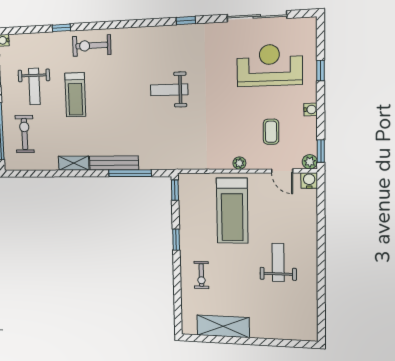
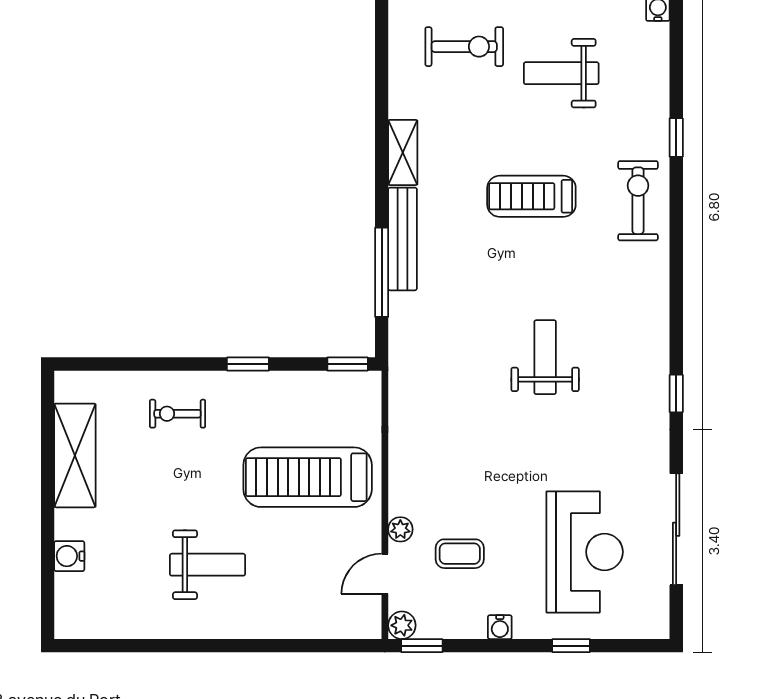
treadmill: (75, 95) -> (531, 196), moved
plant: (239, 163) -> (400, 529), moved
water cooler: (309, 180) -> (69, 556), moved, turned 180

